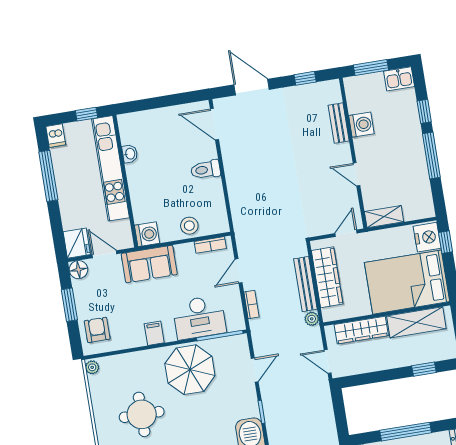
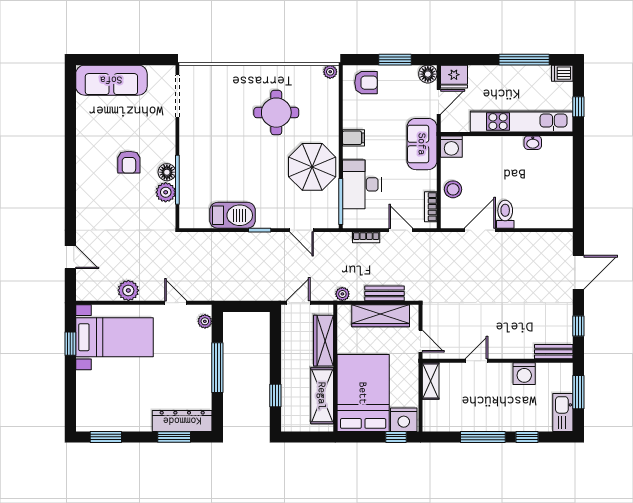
kitchen sink: (399, 79) -> (563, 413), width x1.38
bench: (339, 123) -> (554, 352), moved
door: (214, 124) -> (480, 230), moved
bench: (305, 284) -> (384, 293), width x0.73

